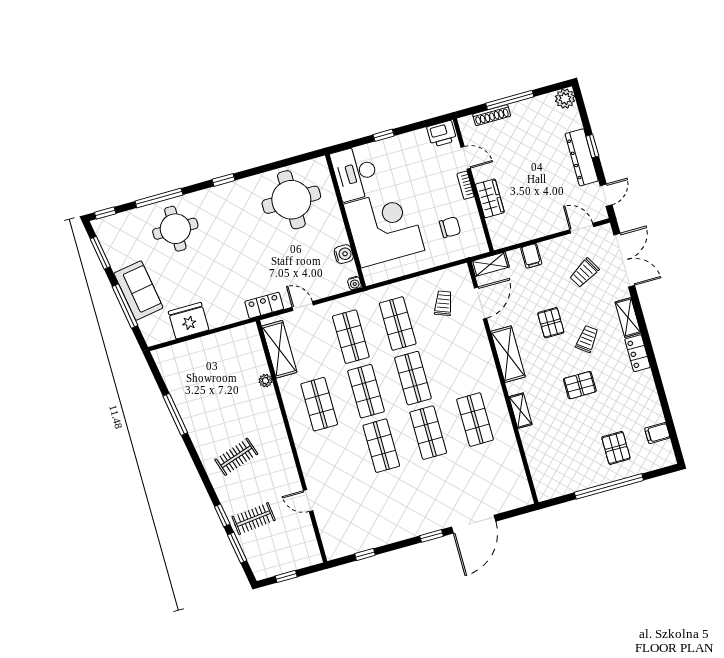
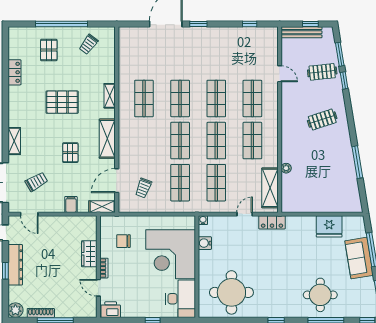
shoe rack: (492, 115) -> (41, 313), moved
door: (303, 306) -> (245, 214), swing flipped
trolley: (587, 339) -> (88, 44), moved
locker: (638, 353) -> (14, 72), moved
pallet: (580, 385) -> (62, 102), width x1.50, depth x1.42
filing cabinet: (657, 433) -> (16, 52), removed
shop shelf: (334, 459) -> (252, 98), added
bench: (295, 562) -> (302, 32), added

